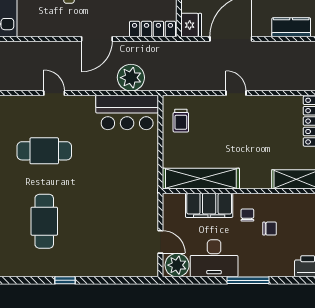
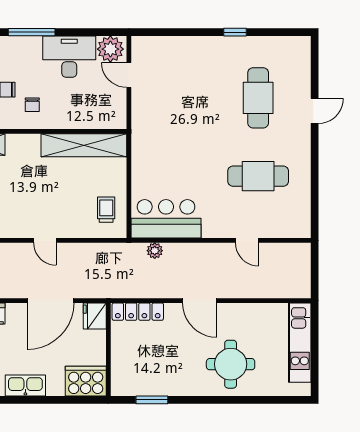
door: (97, 39) -> (200, 301), swing flipped
plant: (131, 78) -> (155, 251), width x0.53, depth x0.53
filing cabinet: (209, 205) -> (75, 115), removed

